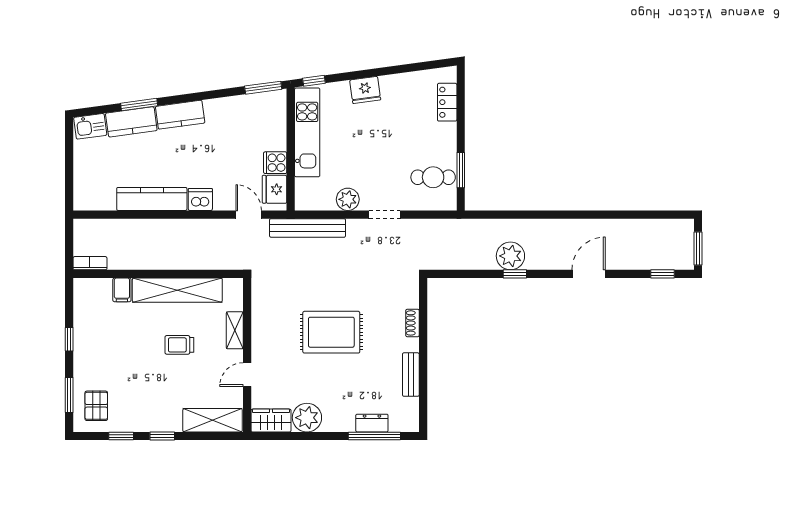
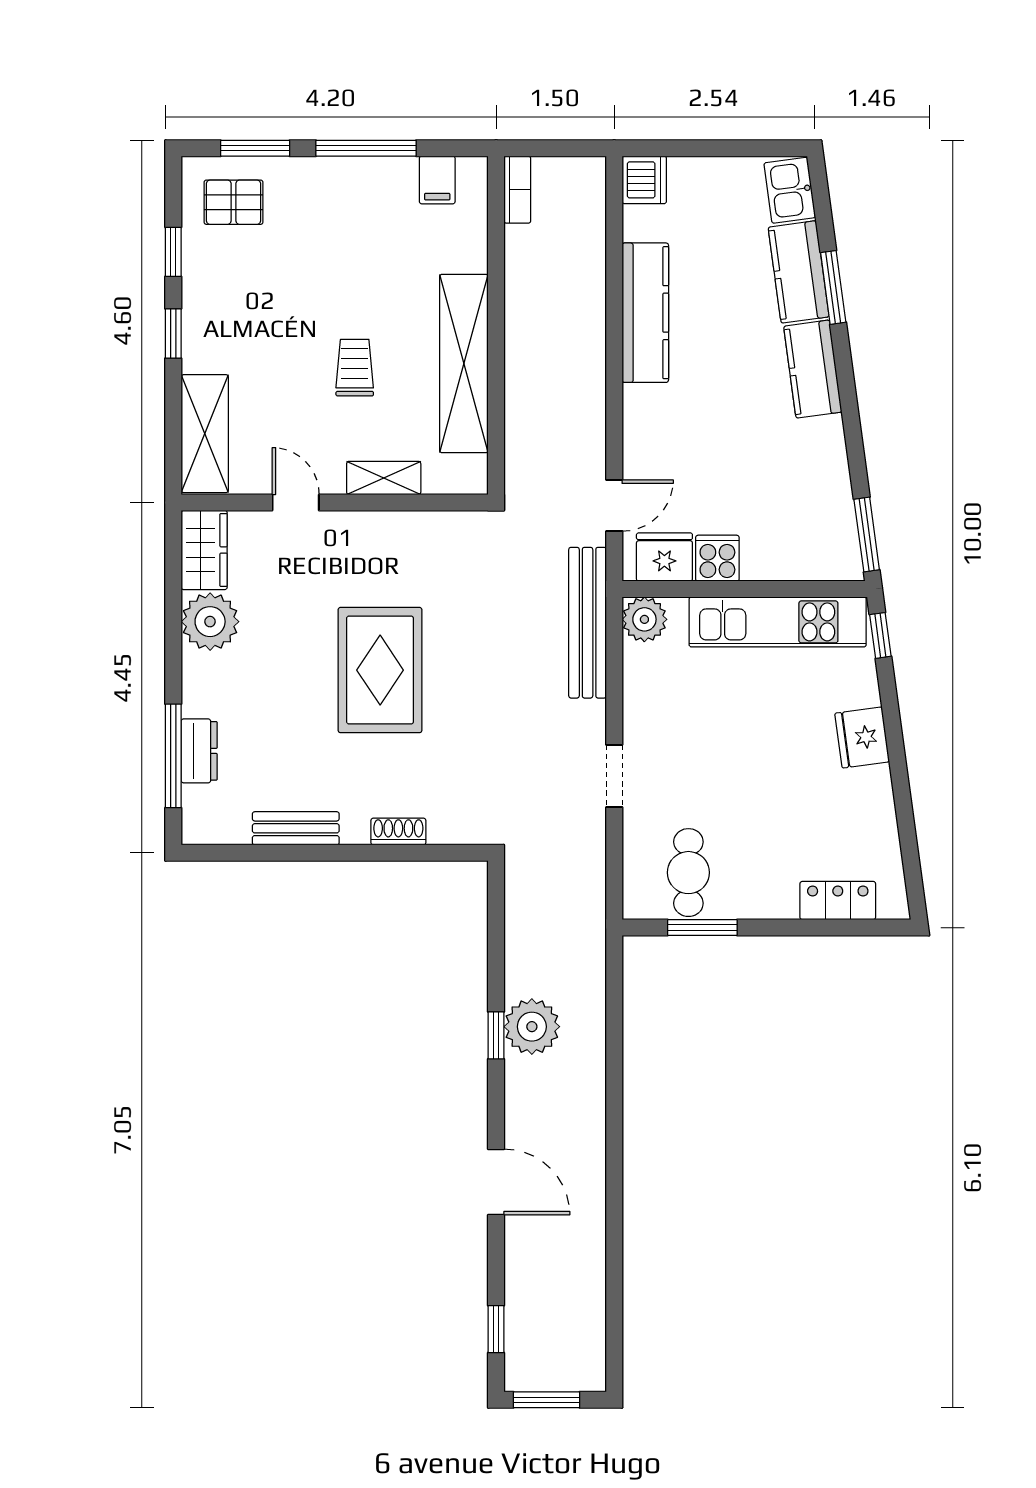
dishwasher: (200, 199) -> (644, 180), moved
plant: (348, 199) -> (644, 619), moved
filing cabinet: (122, 290) -> (437, 180), moved, turned -90
window: (69, 339) -> (366, 148), width x2.17

